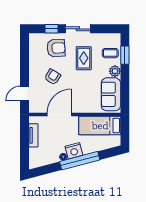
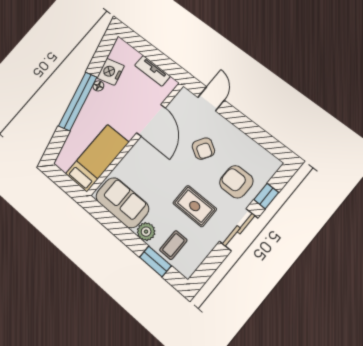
armchair: (56, 48) -> (236, 182), turned 93
nightstand: (74, 151) -> (111, 72), moved

